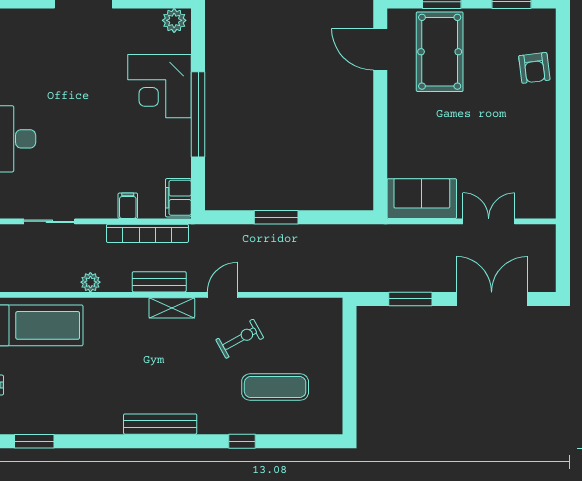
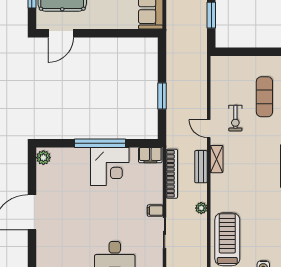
corner desk: (159, 86) -> (110, 166), moved
filing cabinet: (128, 206) -> (155, 211), moved
exercise bike: (240, 339) -> (235, 118), turned -151

